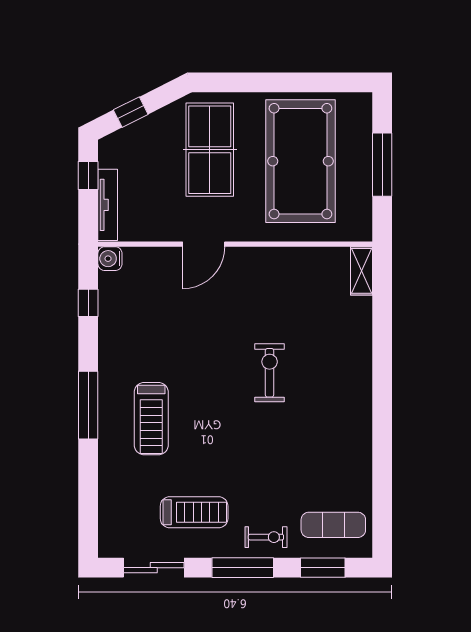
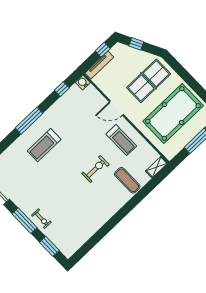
treadmill: (194, 512) -> (121, 140), moved
exercise mat: (333, 525) -> (127, 180), moved

